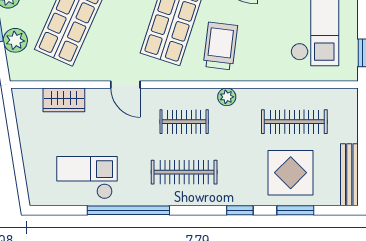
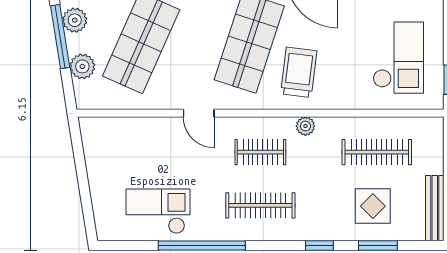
wardrobe: (64, 100) -> (134, 129), removed
display table: (291, 173) -> (373, 206), width x0.73, depth x0.73

